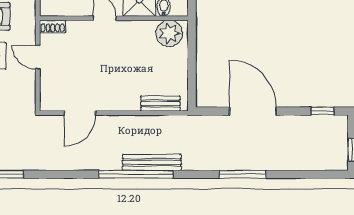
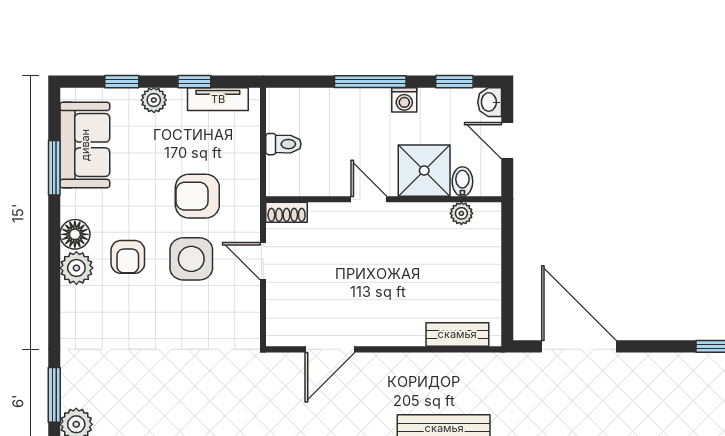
plant: (169, 33) -> (461, 213), width x0.53, depth x0.53
door: (253, 111) -> (579, 346), moved

